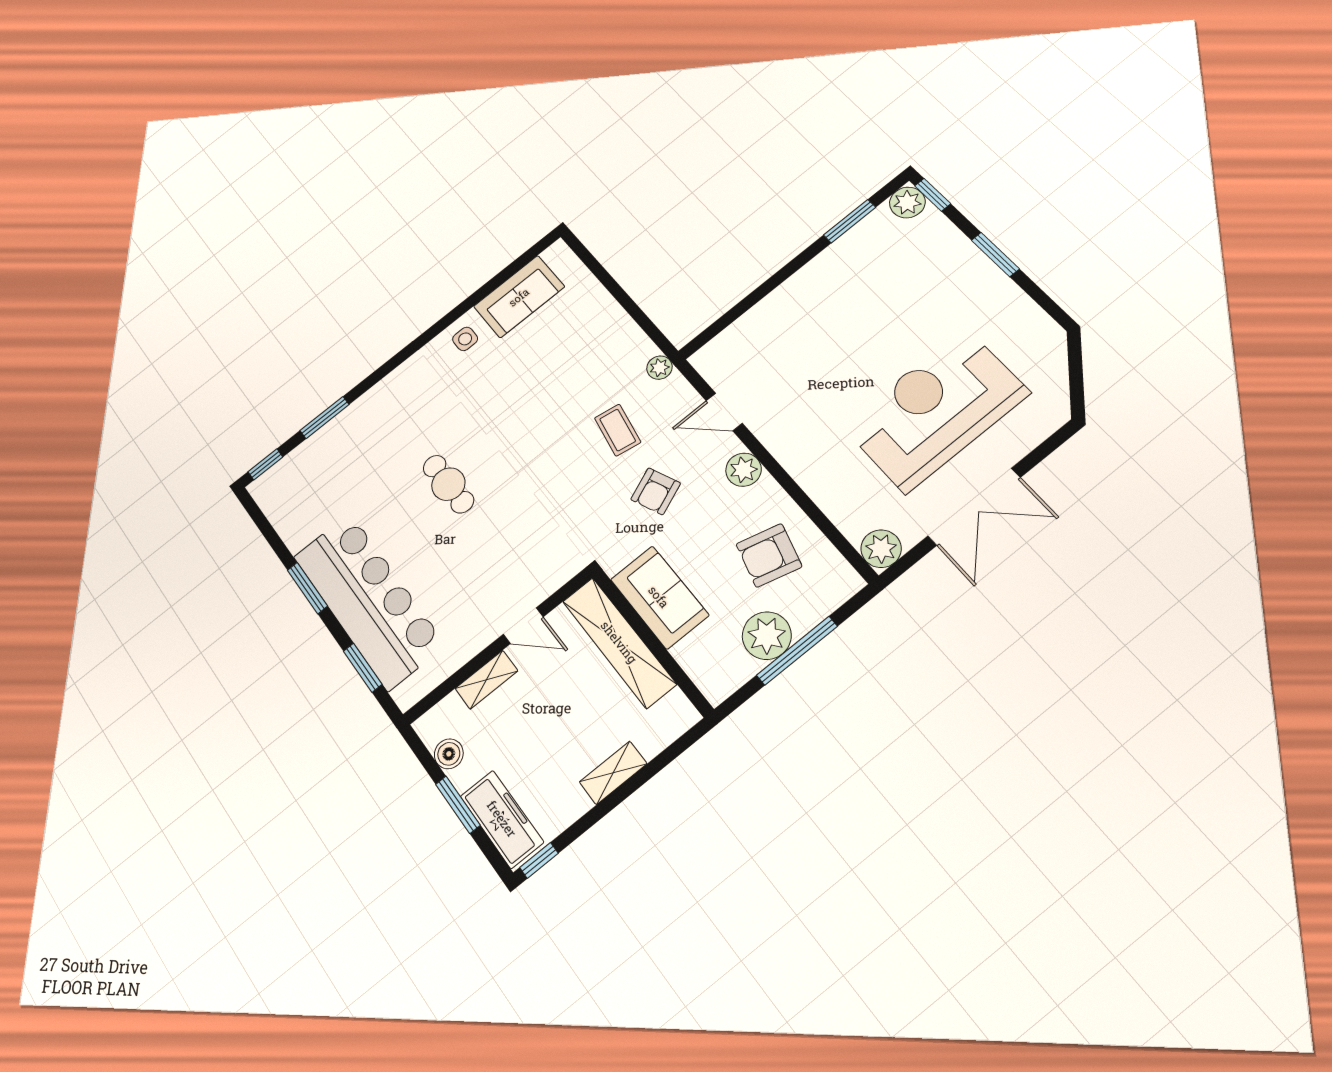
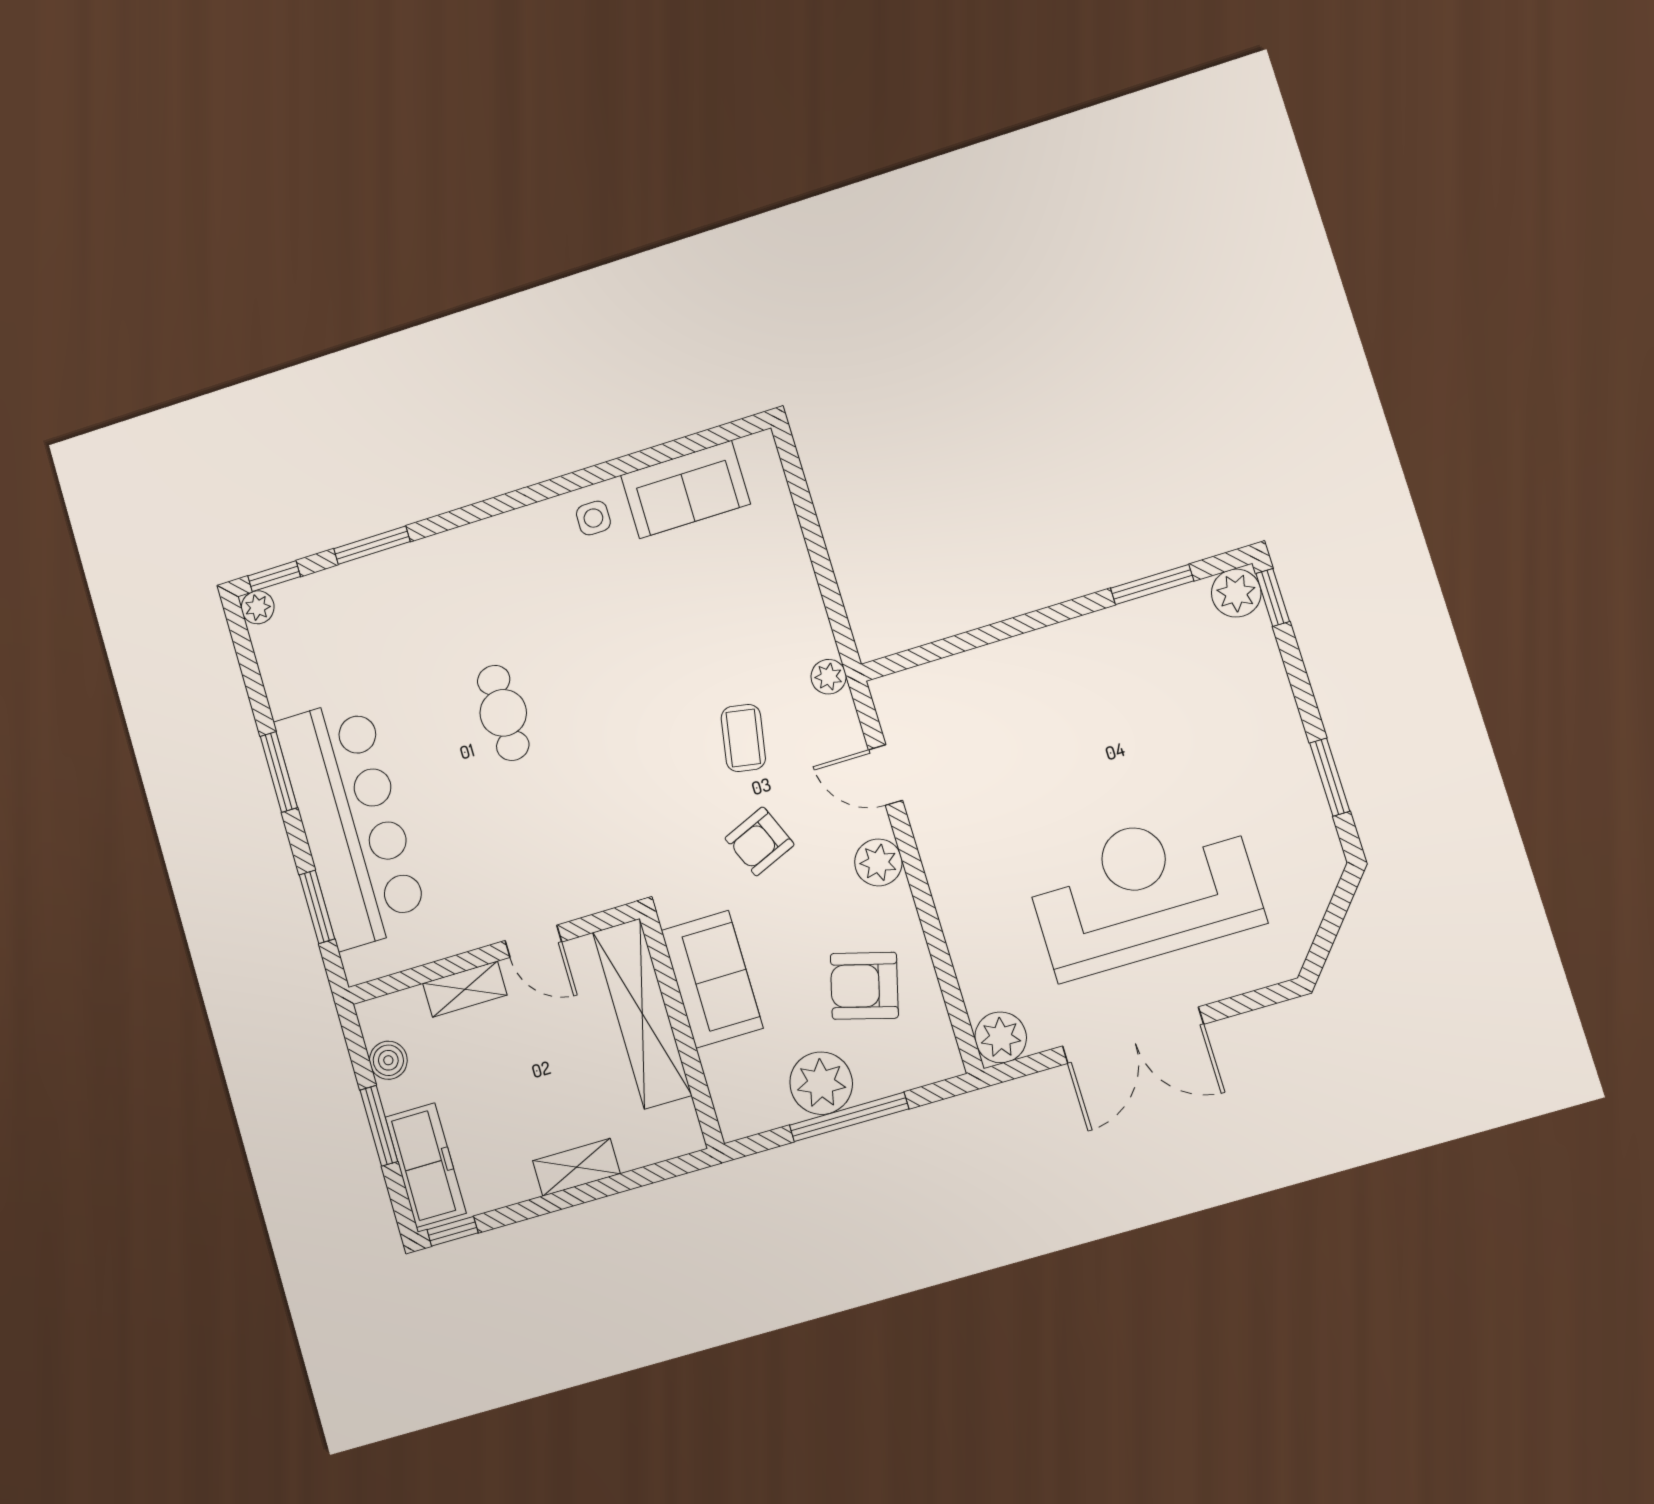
window: (995, 254) -> (1330, 777), moved
plant: (260, 488) -> (258, 607), added

